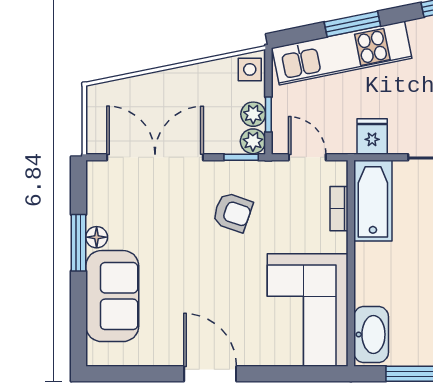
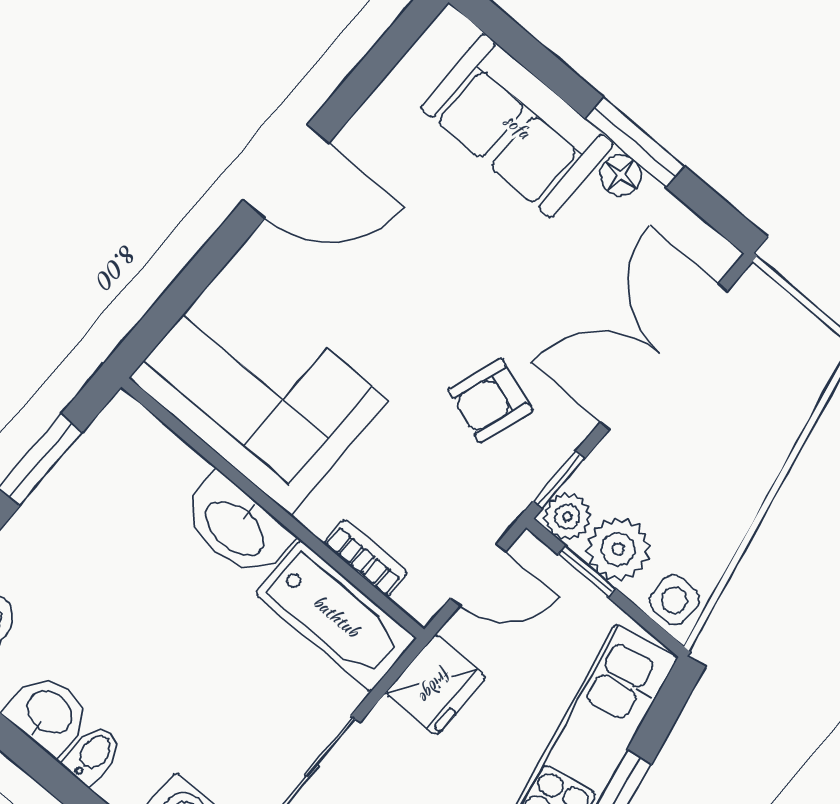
plant: (253, 114) -> (618, 549), width x1.38, depth x1.38
fridge: (372, 136) -> (436, 685), width x1.38
double door: (155, 157) -> (664, 357), swing flipped
washbasin: (371, 334) -> (236, 527), moved

